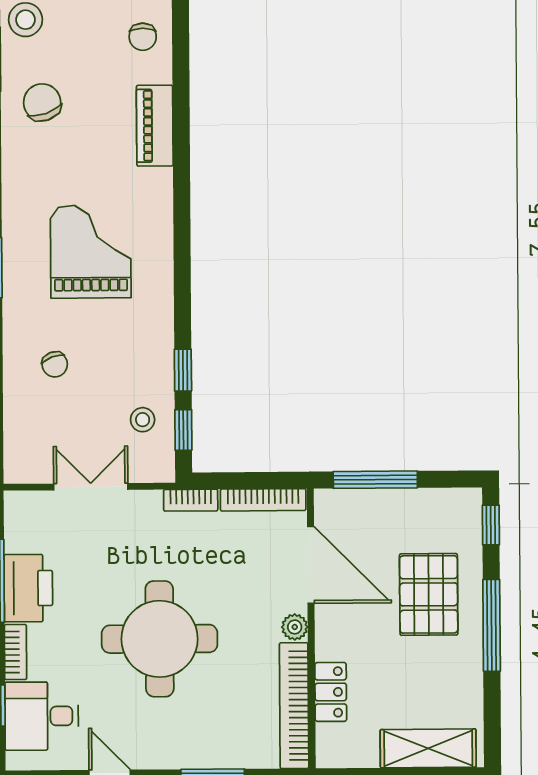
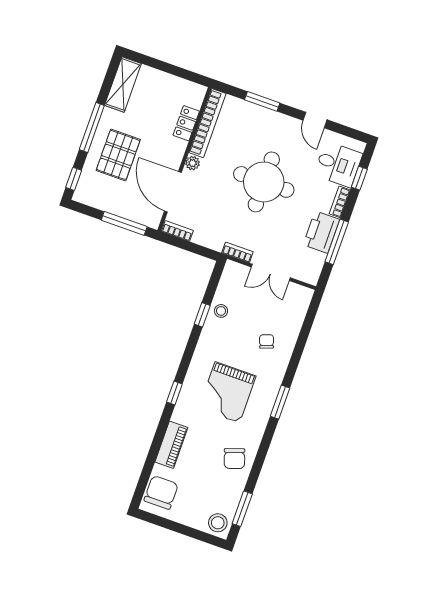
chair: (143, 37) -> (161, 492), width x1.87, depth x1.87
chair: (42, 102) -> (234, 459), moved
stool: (143, 420) -> (221, 311), moved
window: (183, 430) -> (174, 393), moved
bookcase: (191, 500) -> (237, 252), moved
bookcase: (263, 500) -> (177, 231), width x0.64
shelving: (428, 748) -> (123, 84), moved, turned 90

